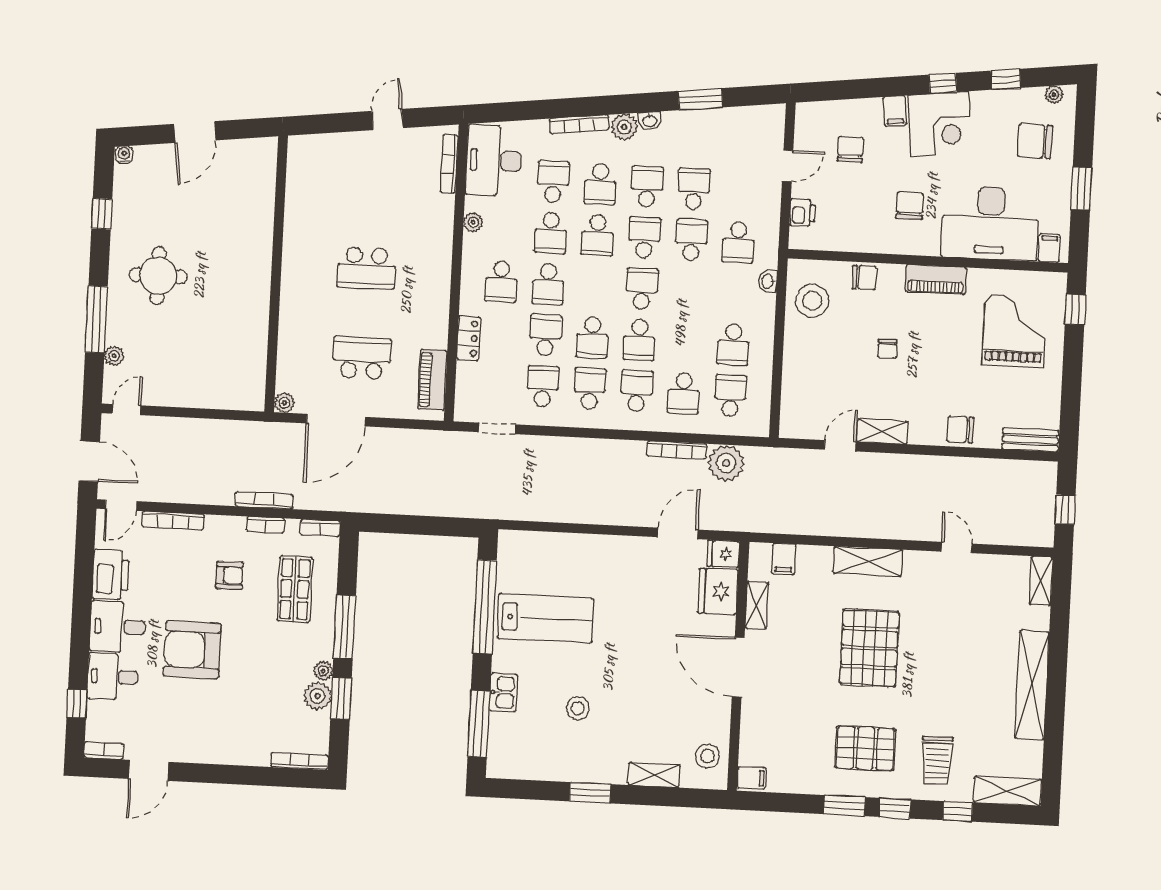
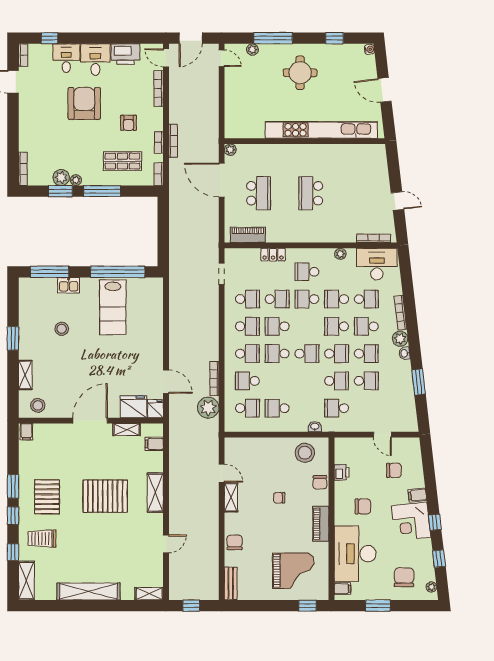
printer: (802, 213) -> (342, 472), moved, turned -90
kitchen unit: (258, 244) -> (321, 130), added

